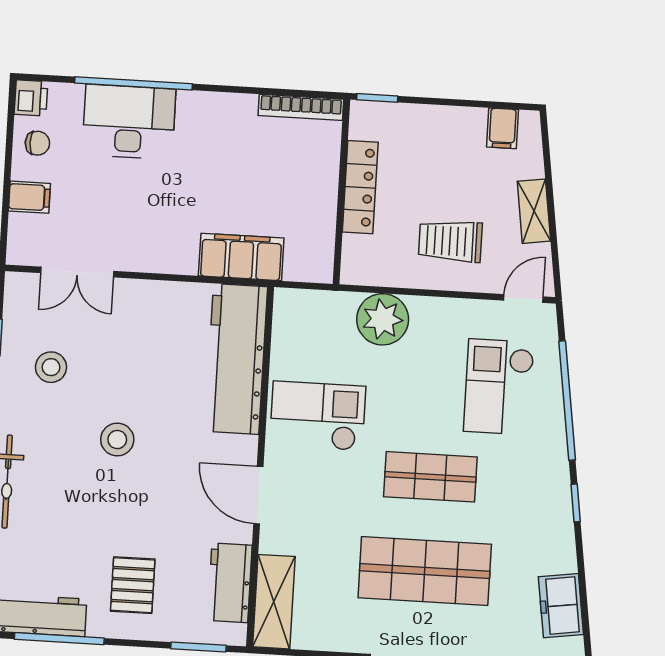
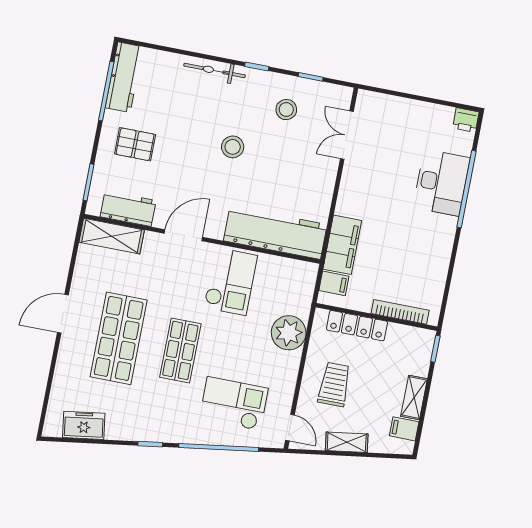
bookcase: (301, 107) -> (400, 312), moved, turned 90
shelving: (454, 120) -> (414, 397), added
chair: (37, 143) -> (435, 120), removed
locker: (360, 187) -> (357, 326), moved
filing cabinet: (29, 197) -> (334, 283), moved, turned -90

